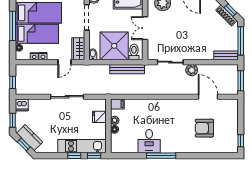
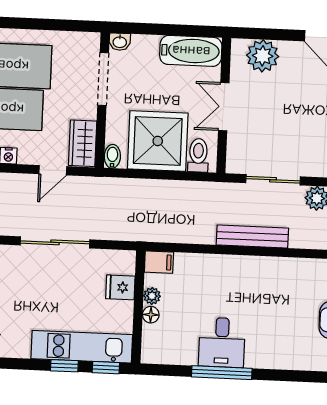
bench: (127, 69) -> (252, 236), moved
window: (161, 156) -> (222, 373), moved

